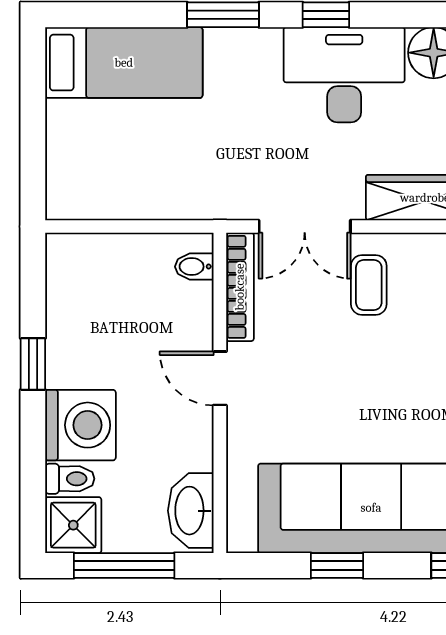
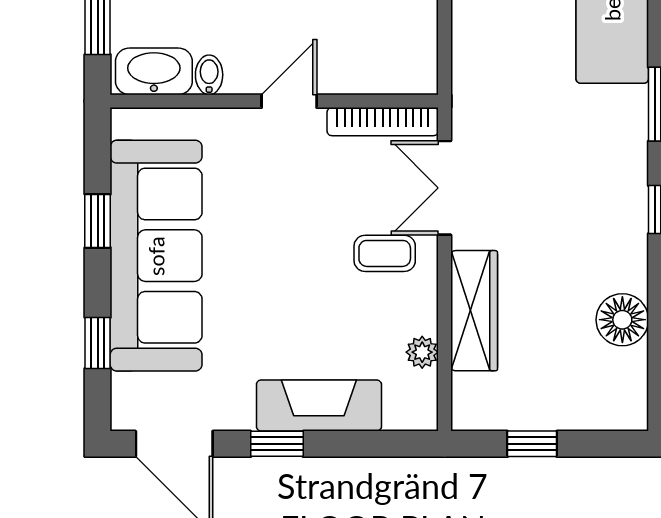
desk: (344, 75) -> (600, 228), removed
bidet: (194, 267) -> (209, 75), moved

